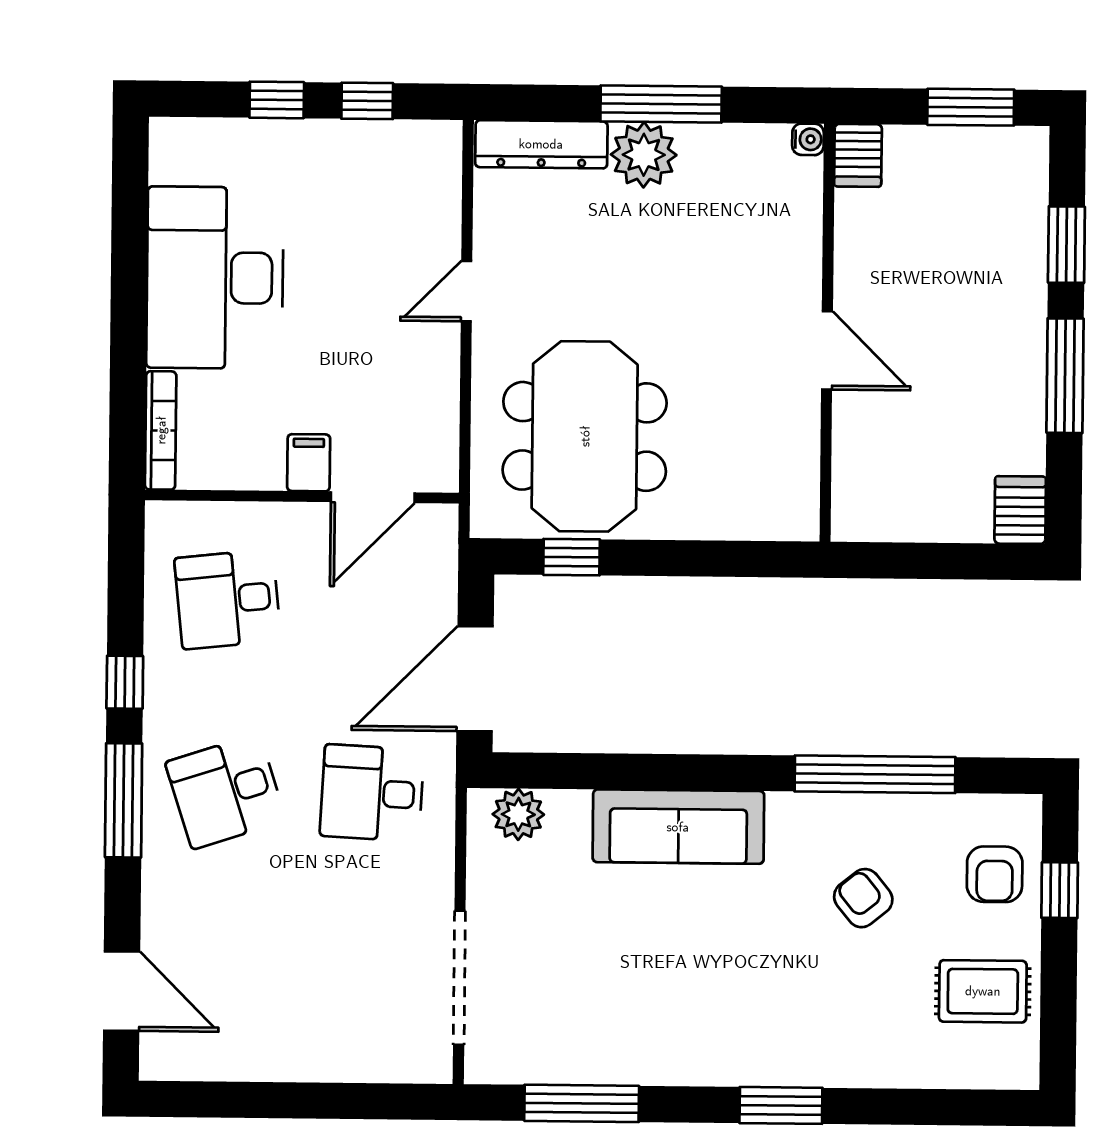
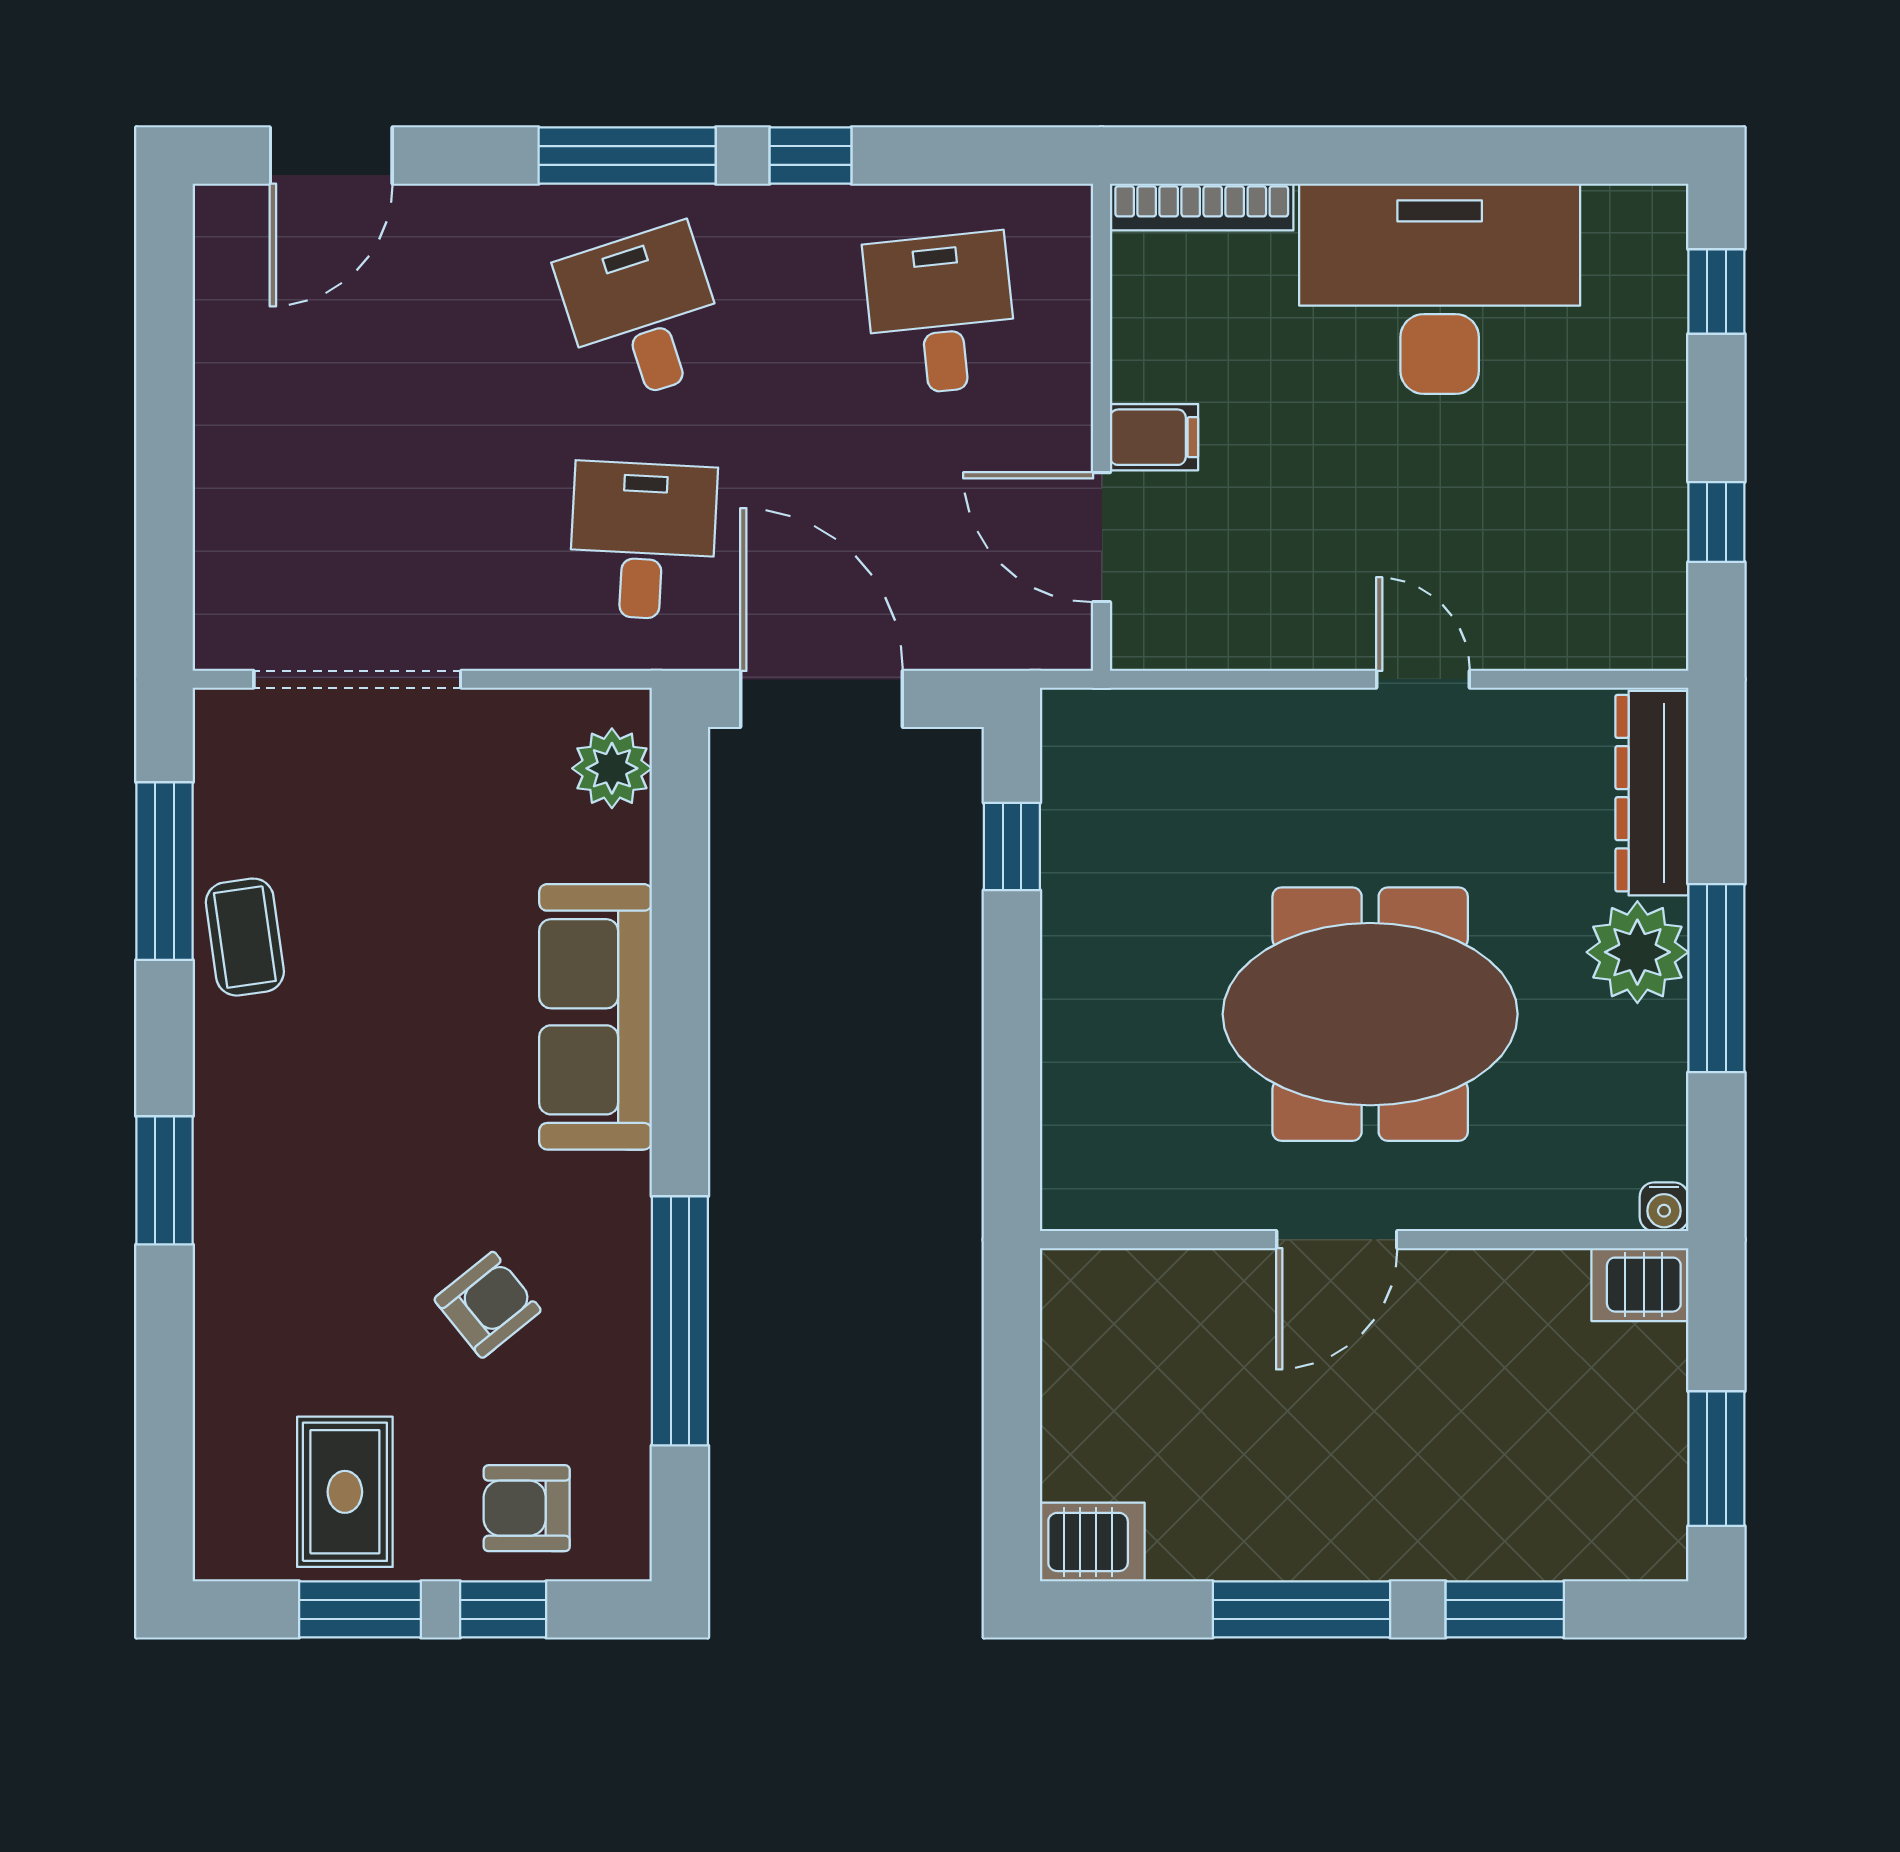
window: (277, 100) -> (1716, 292), moved
meeting table: (585, 436) -> (1370, 1014), moved
window: (1059, 982) -> (360, 1609), added
coffee table: (625, 1052) -> (245, 937), added

